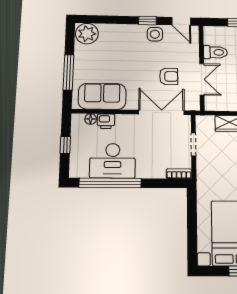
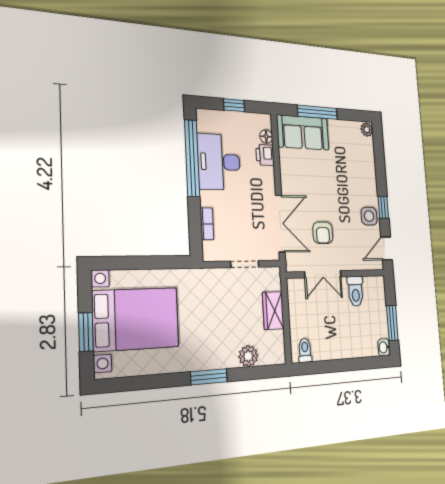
plant: (87, 34) -> (367, 130), width x0.53, depth x0.53
sofa: (102, 96) -> (303, 132), moved, turned 90
bookcase: (179, 174) -> (207, 224), moved

